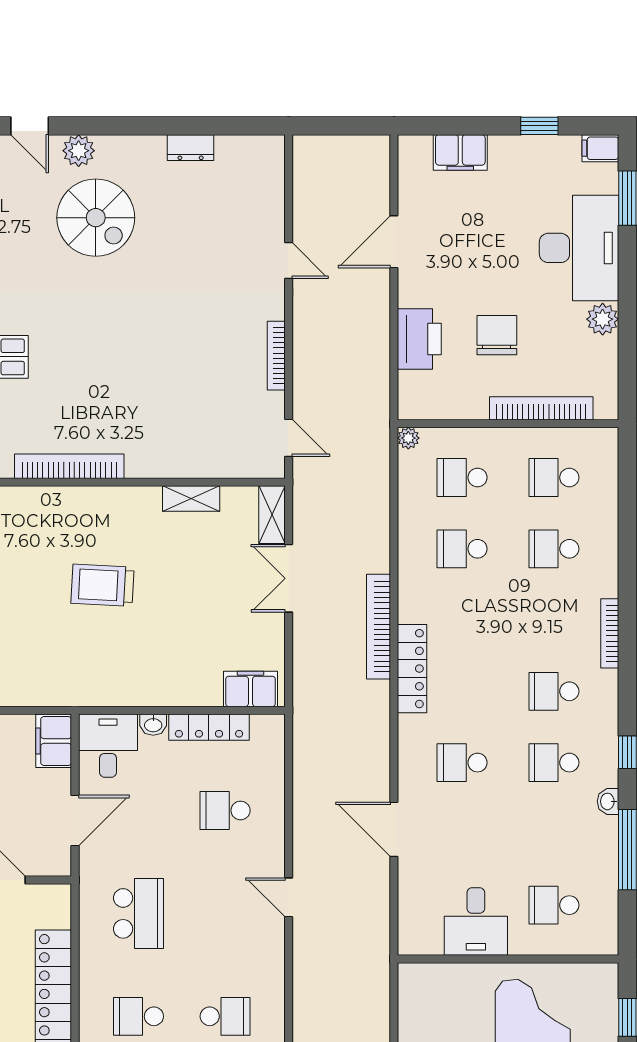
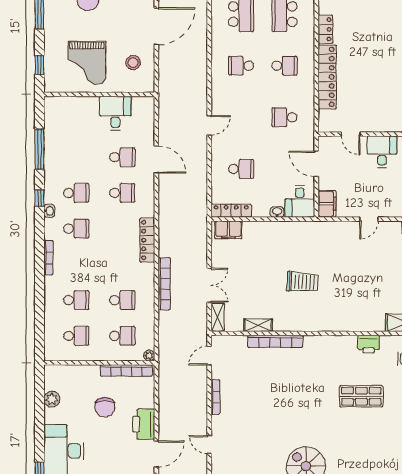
plant: (603, 319) -> (52, 399), moved
printer: (419, 339) -> (144, 424), moved
bookcase: (541, 408) -> (126, 370), moved
door: (289, 438) -> (209, 356), hinge flipped
bookcase: (69, 466) -> (275, 341), moved
bookcase: (378, 627) -> (164, 284), moved
locker: (209, 727) -> (231, 211), moved
washbasin: (608, 801) -> (49, 211), moved
door: (75, 821) -> (316, 164), hinge flipped
door: (289, 897) -> (209, 125), hinge flipped
school desk: (554, 905) -> (122, 157), moved
school desk: (138, 913) -> (284, 117), width x0.54
stool: (440, 1023) -> (133, 63), added

